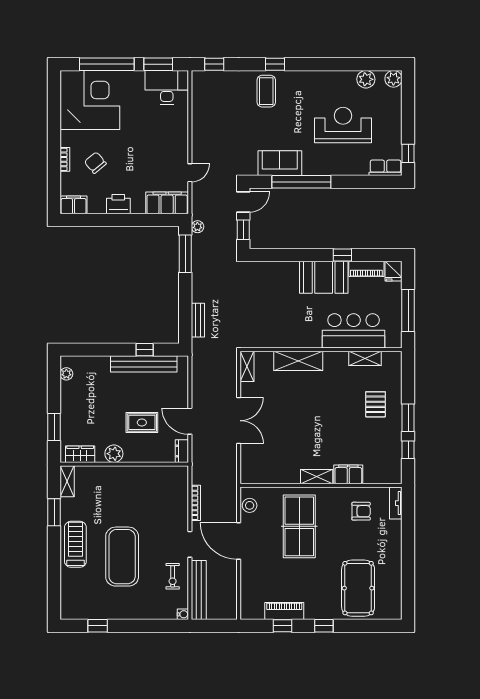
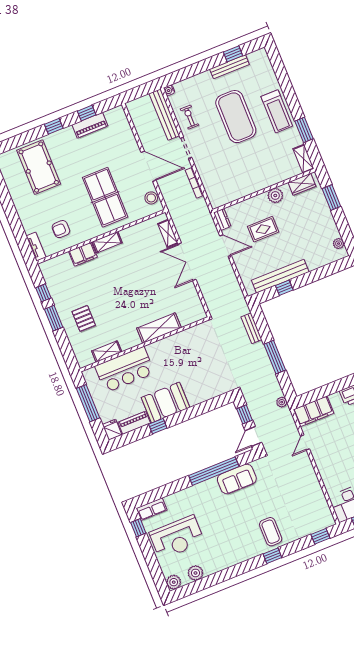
reception desk: (343, 125) -> (177, 537), moved
window: (185, 254) -> (275, 357), moved
shelving: (247, 366) -> (168, 233), moved
bench: (107, 613) -> (229, 67), added

